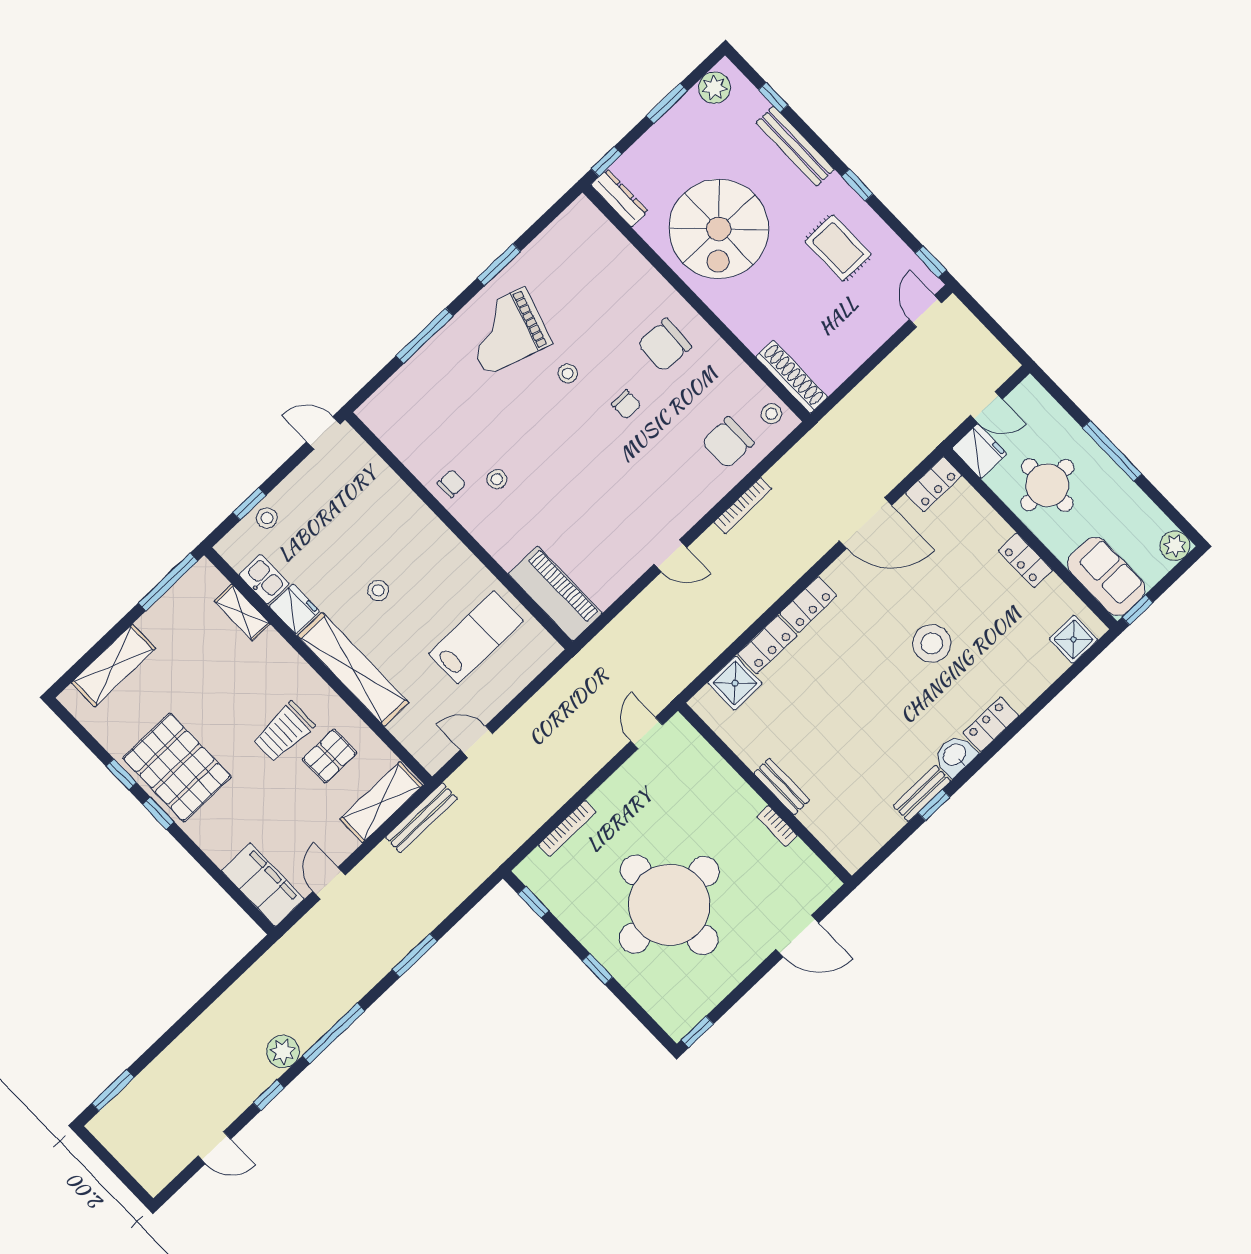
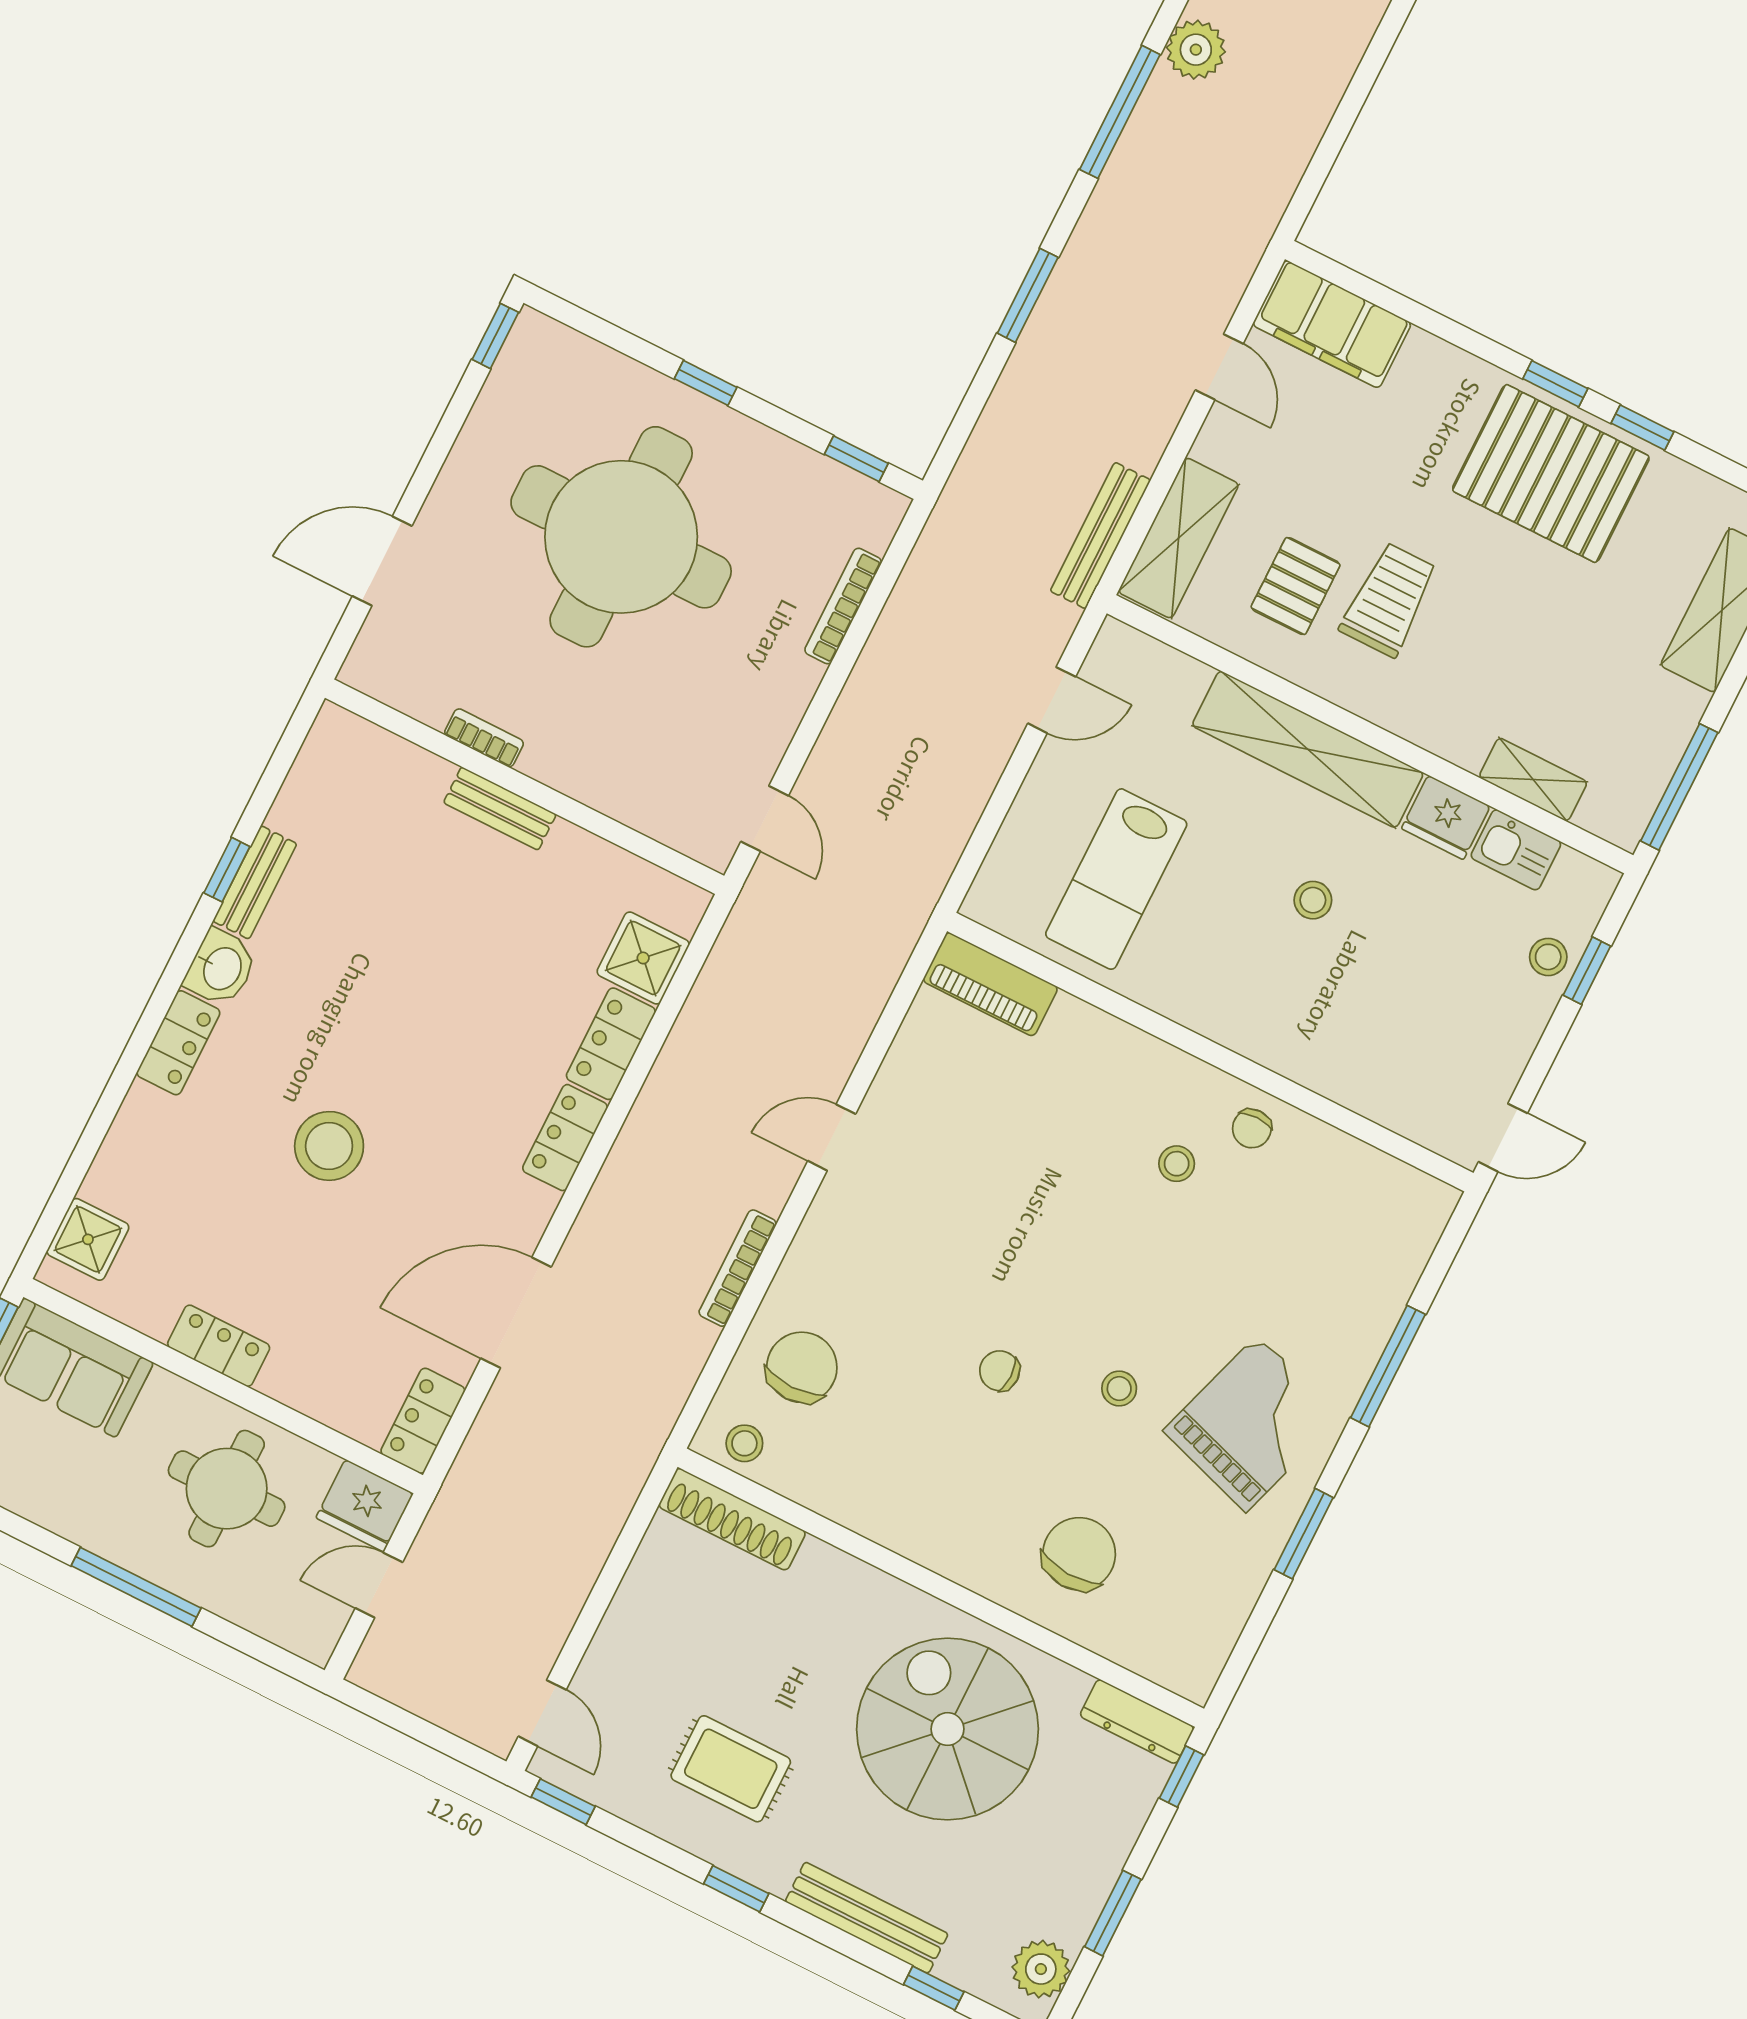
chair: (664, 345) -> (1079, 1554), moved
piano: (555, 594) -> (990, 984), width x0.73, depth x0.75

